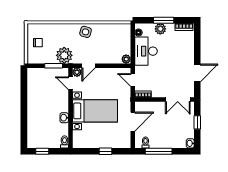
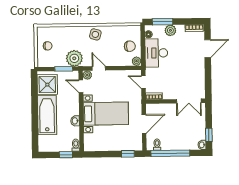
window: (164, 20) -> (163, 22), moved
chair: (120, 44) -> (130, 46), added
door: (89, 66) -> (99, 68), swing flipped
door: (197, 73) -> (208, 49), moved
shower: (37, 81) -> (47, 85), added
bathtub: (36, 112) -> (47, 115), added
window: (197, 122) -> (209, 135), moved
window: (42, 151) -> (66, 155), moved
window: (105, 151) -> (128, 154), moved
window: (159, 151) -> (170, 153), width x1.46

